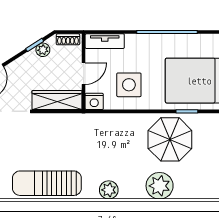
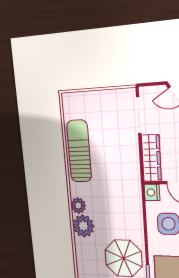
plant: (160, 186) -> (83, 226), moved

